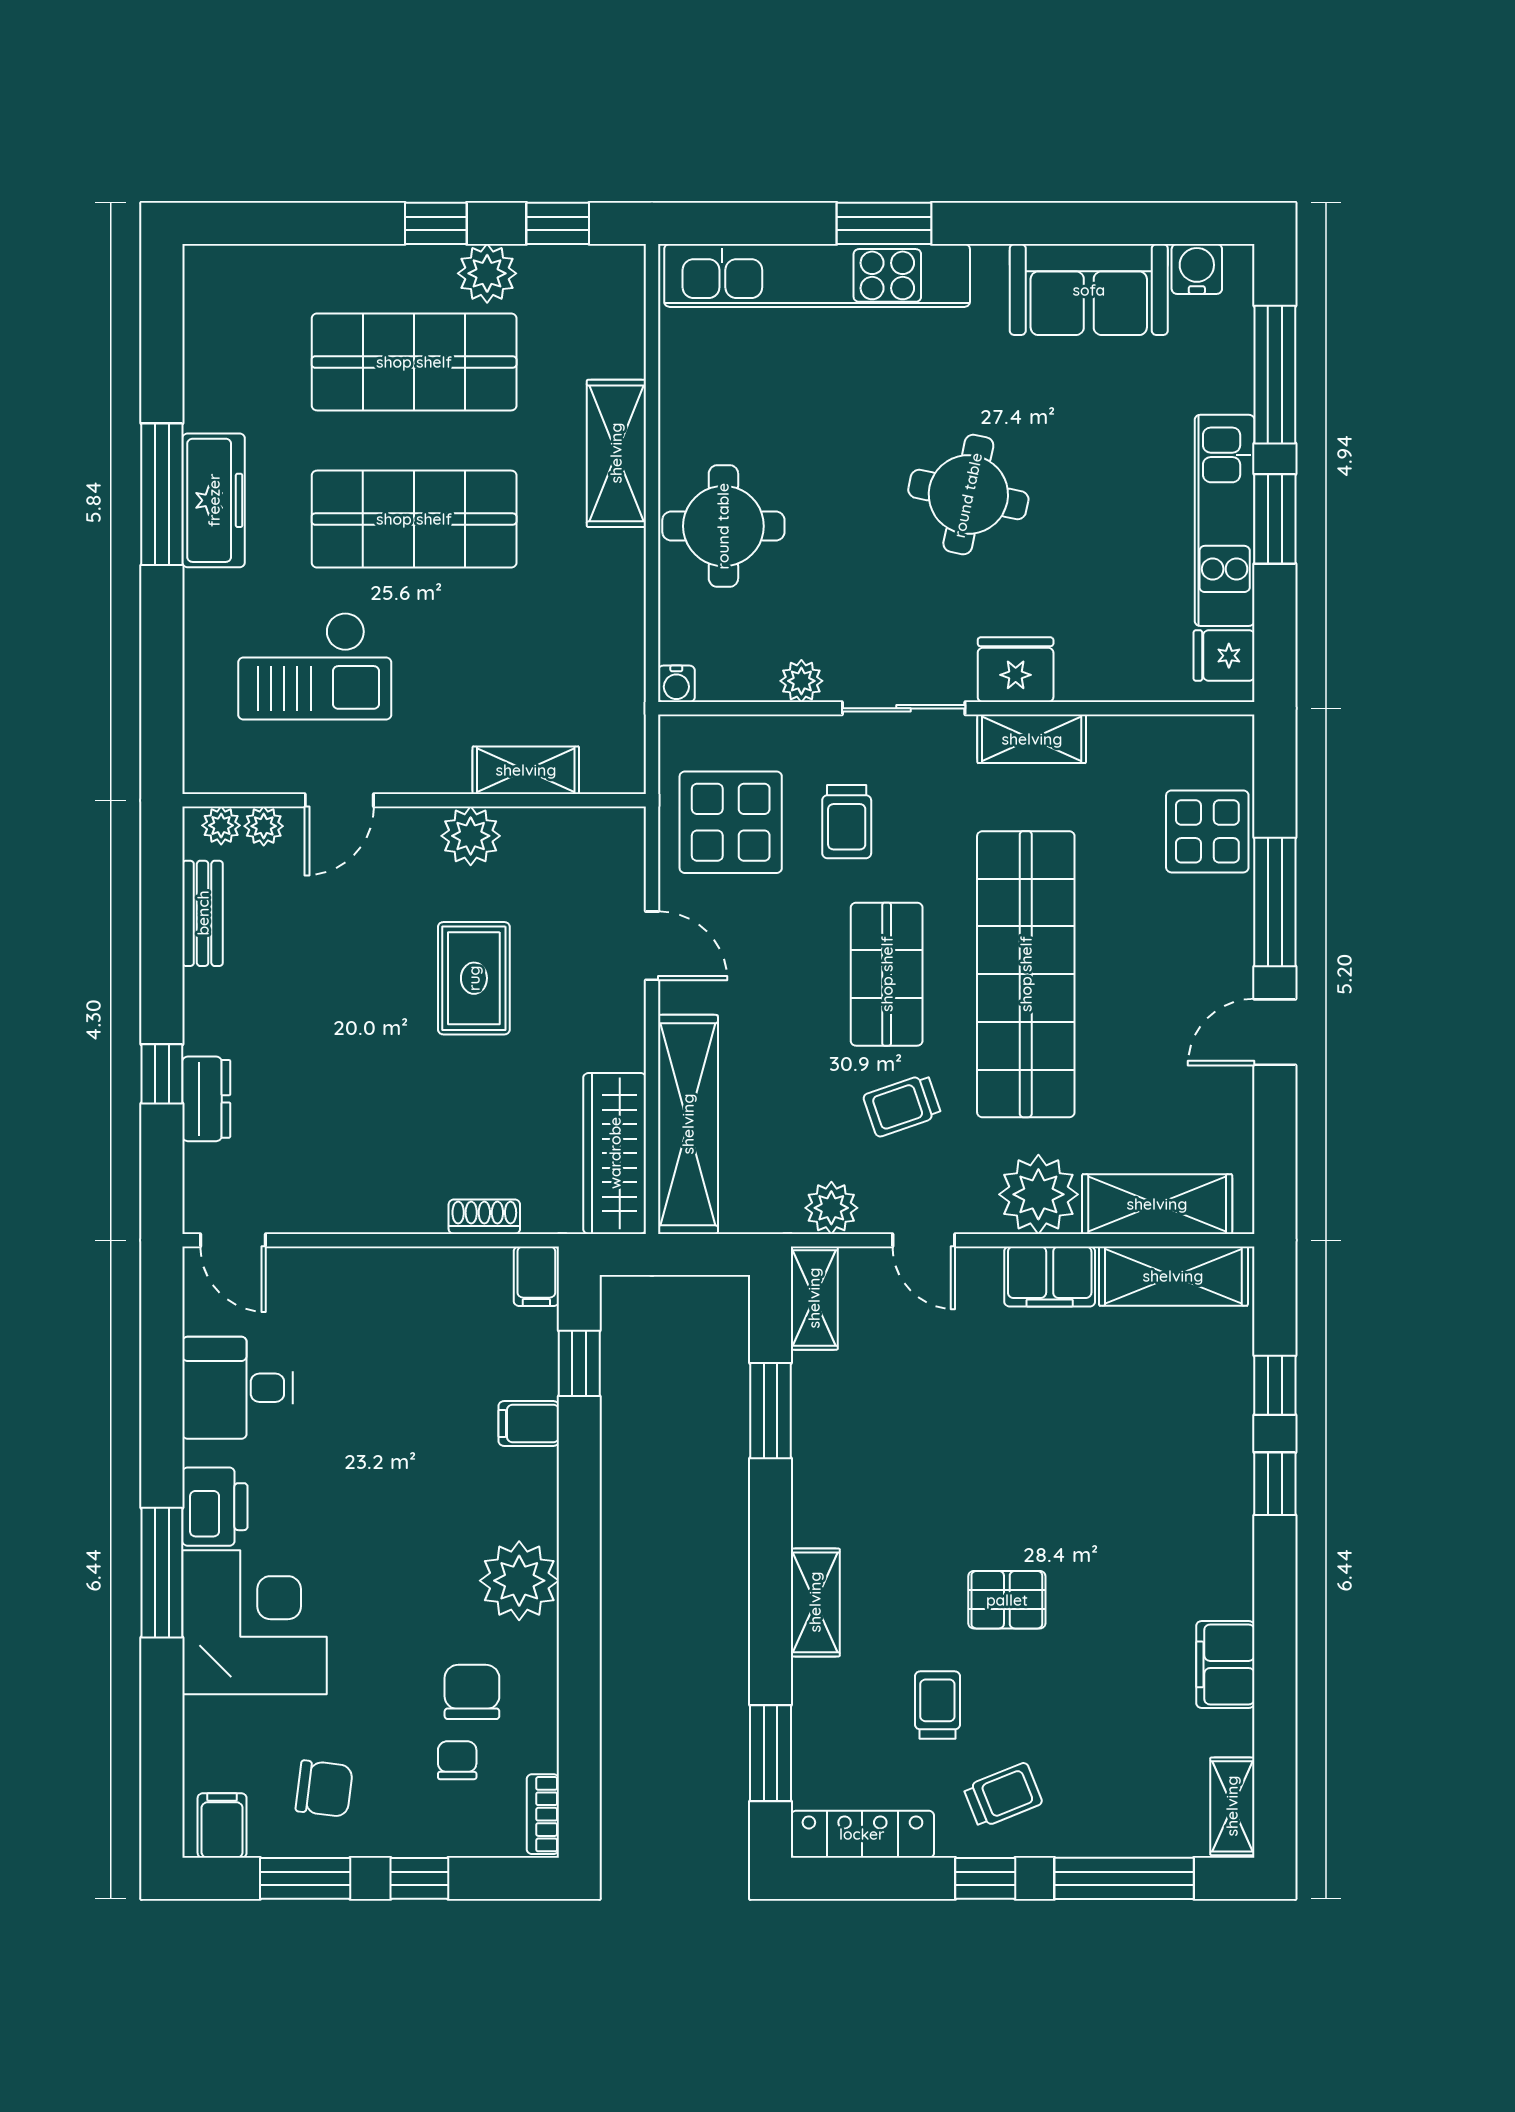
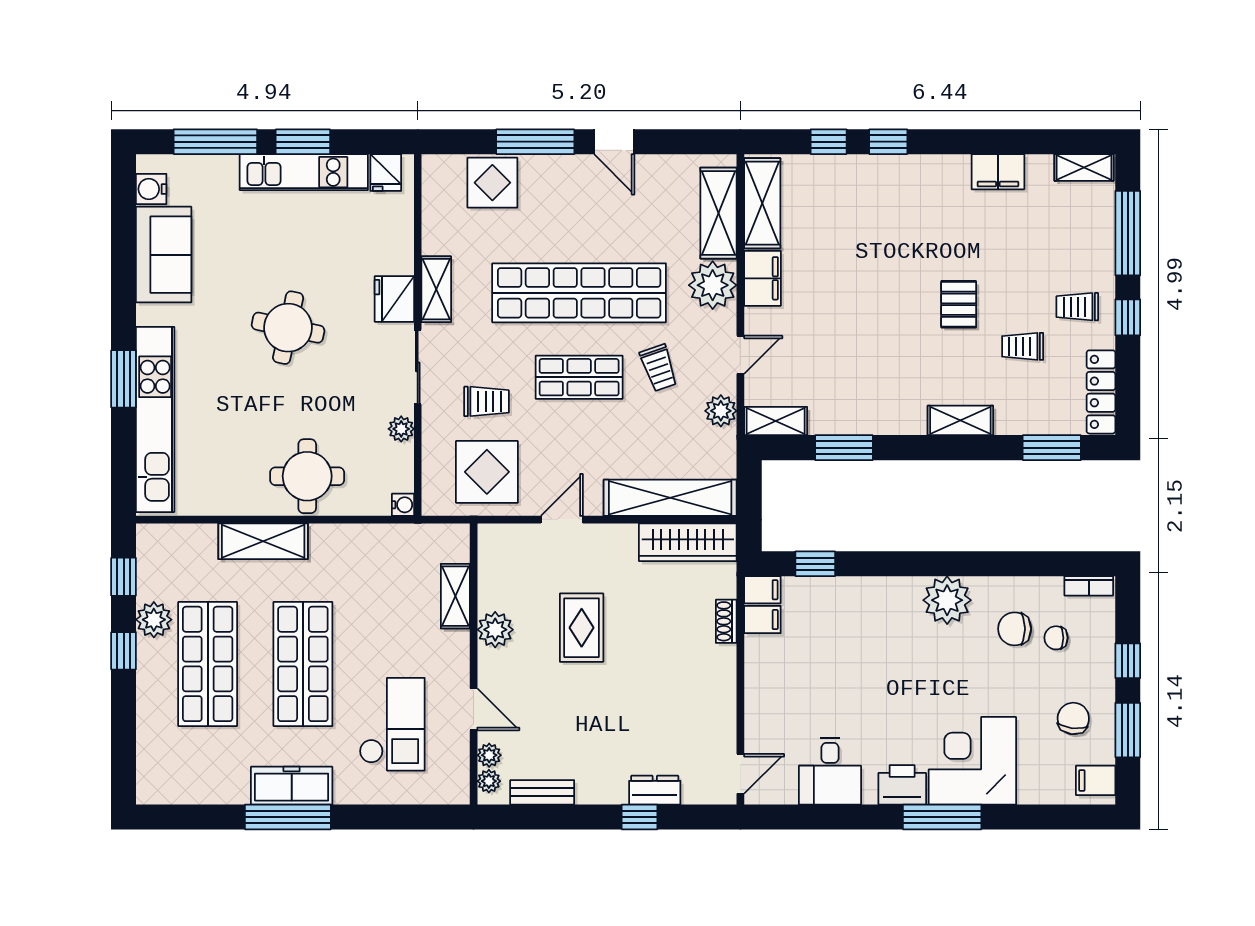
rug: (474, 978) -> (582, 628), turned 90
filing cabinet: (529, 1423) -> (762, 620), moved, turned -90
trolley: (1003, 1795) -> (1077, 307), turned -68

